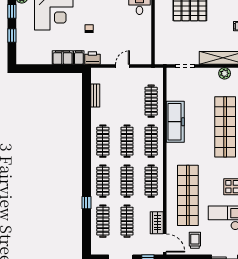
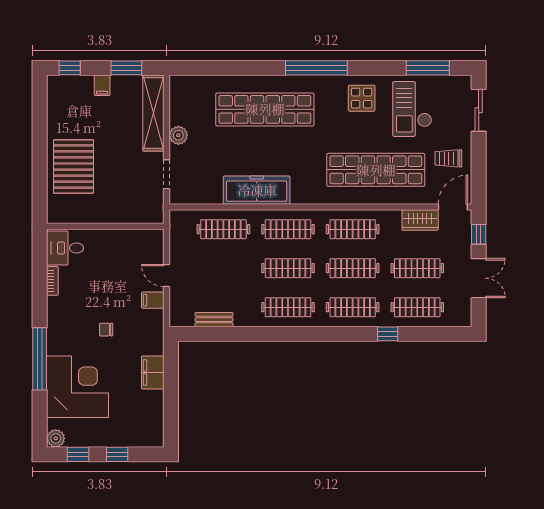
filing cabinet: (79, 58) -> (153, 300), moved
printer: (92, 58) -> (154, 324), removed
plant: (225, 73) -> (178, 135), moved

